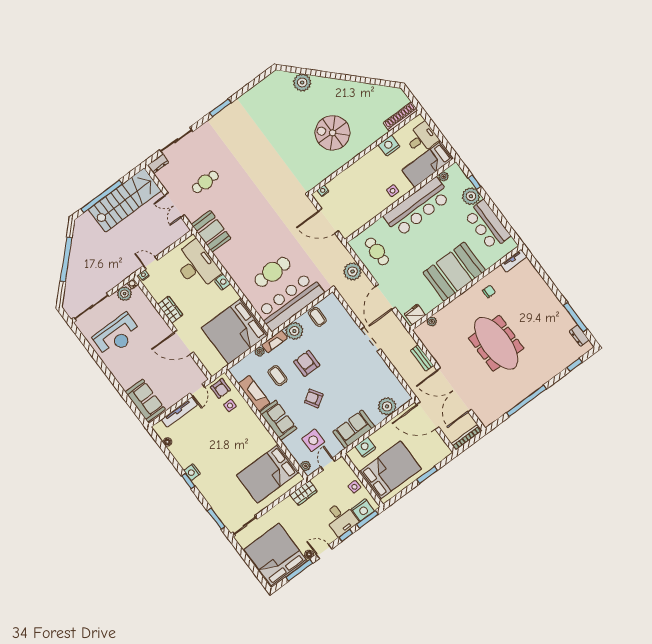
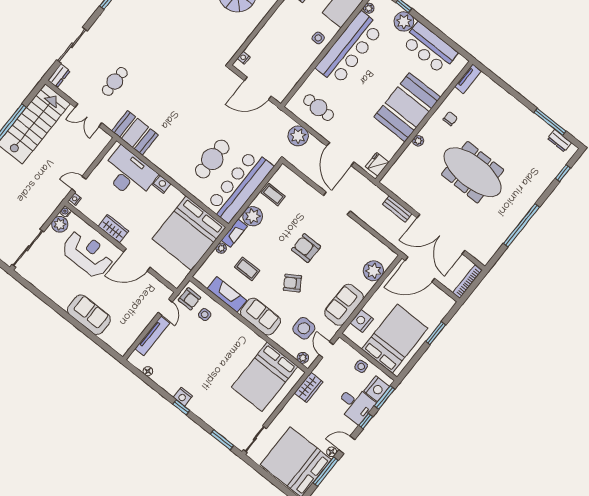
plant: (432, 321) -> (418, 141), moved
reception desk: (117, 335) -> (88, 254), moved, turned -90
armchair: (307, 363) -> (306, 248), moved
sofa: (145, 401) -> (89, 315), moved

